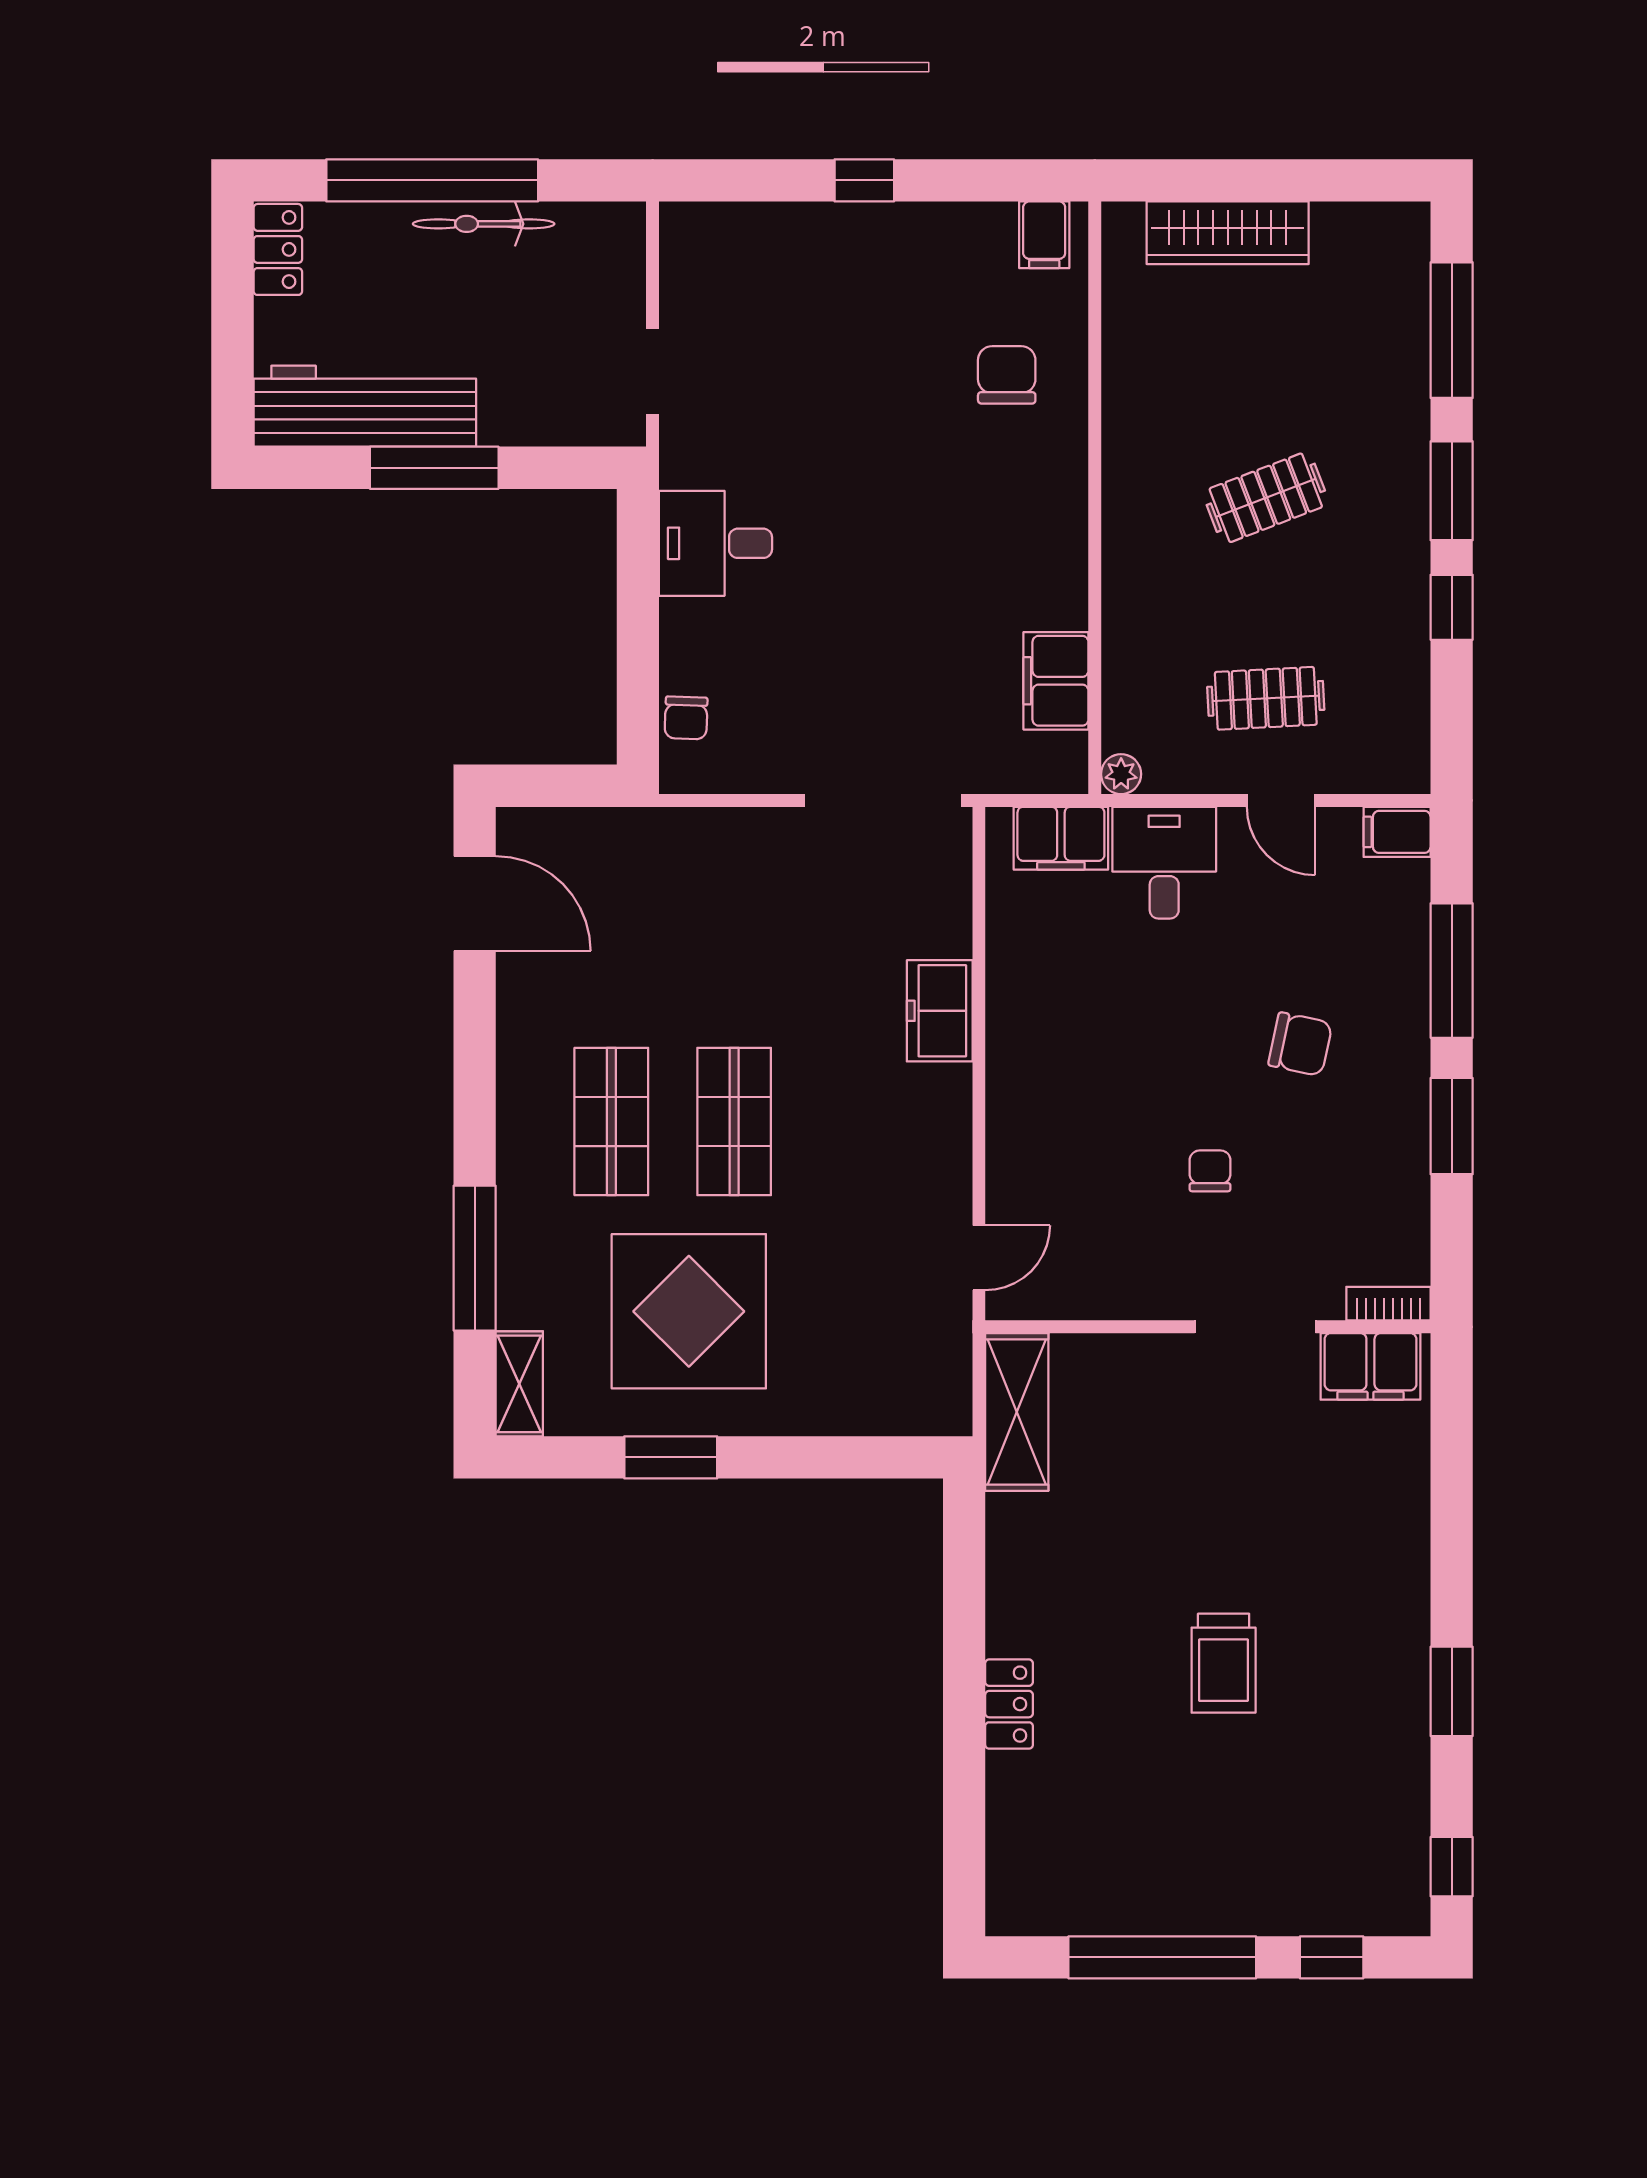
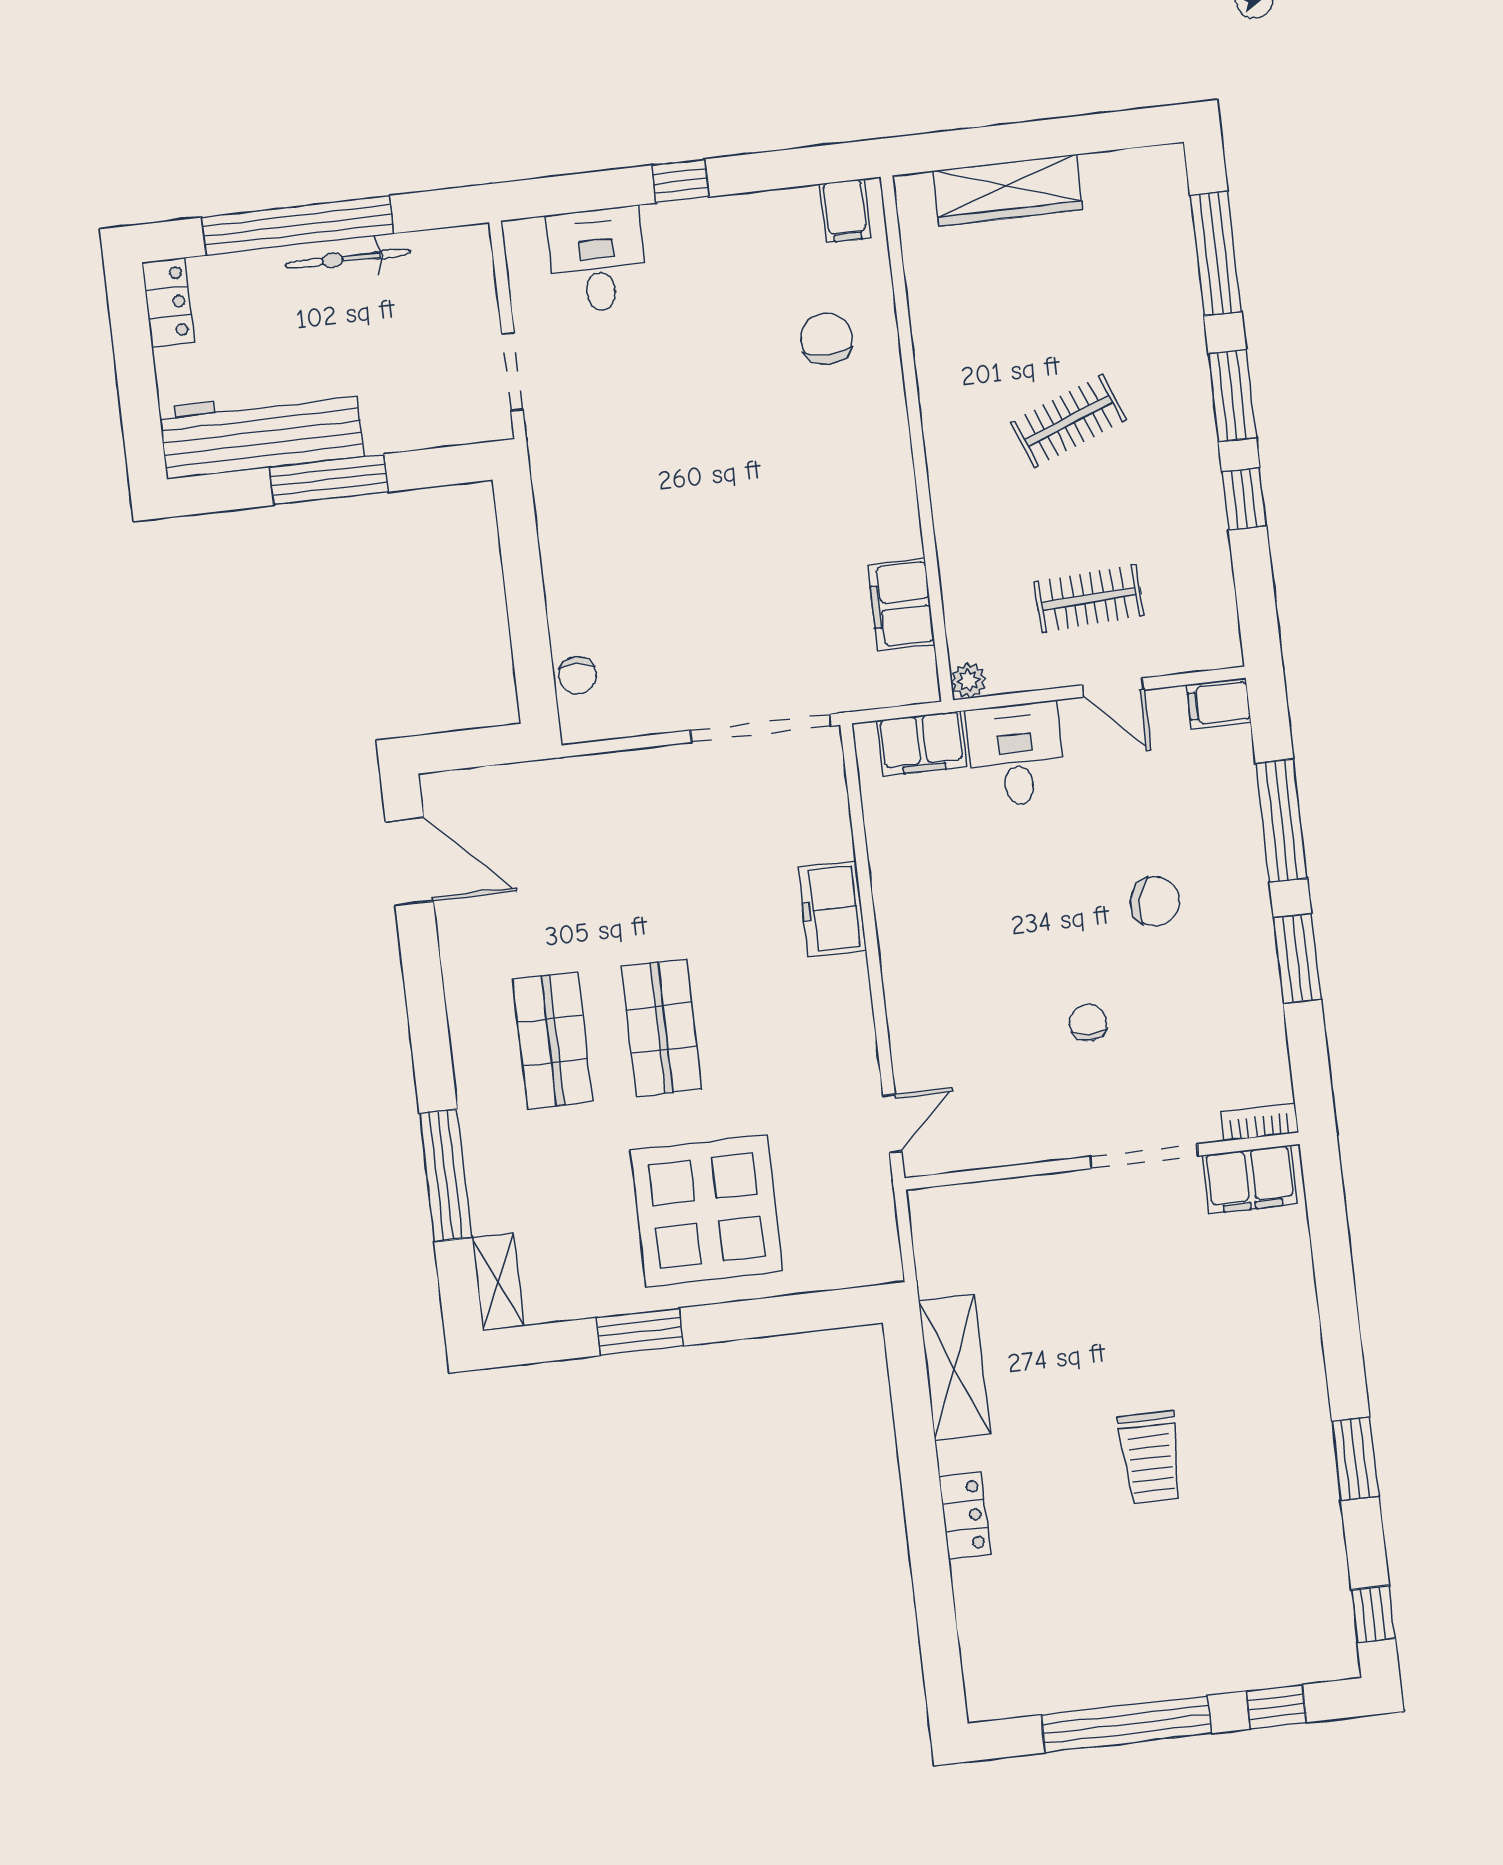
desk: (715, 543) -> (597, 260), moved, turned 90
display table: (689, 1311) -> (707, 1211), moved
shelving: (1017, 1412) -> (954, 1367), moved

